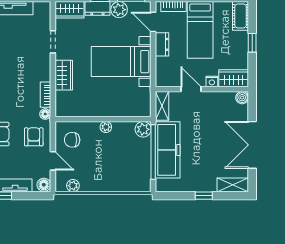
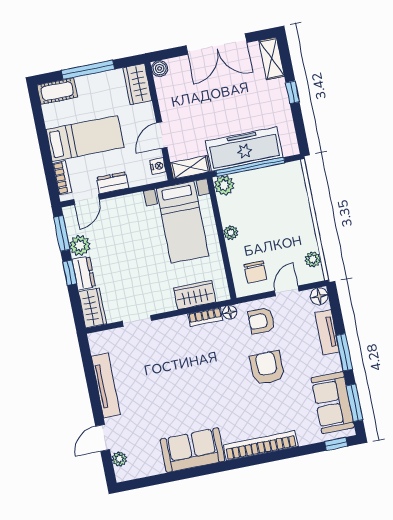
window: (252, 43) -> (88, 70), width x2.17
bed with nightstands: (121, 62) -> (183, 222), moved
wardrobe: (64, 75) -> (195, 295), moved
nightstand: (212, 81) -> (158, 166), moved

